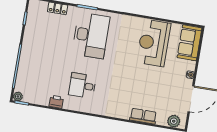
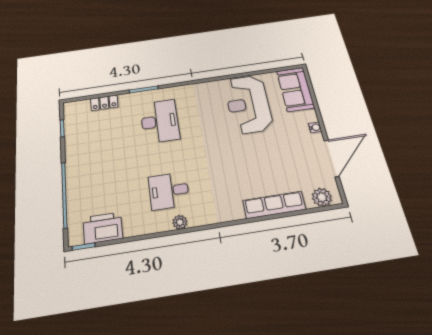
desk: (91, 35) -> (160, 121), width x0.73, depth x0.77
plant: (18, 96) -> (180, 222), moved
printer: (56, 102) -> (103, 228), moved, width x1.87, depth x1.48
row of seats: (143, 116) -> (274, 205), width x1.48

